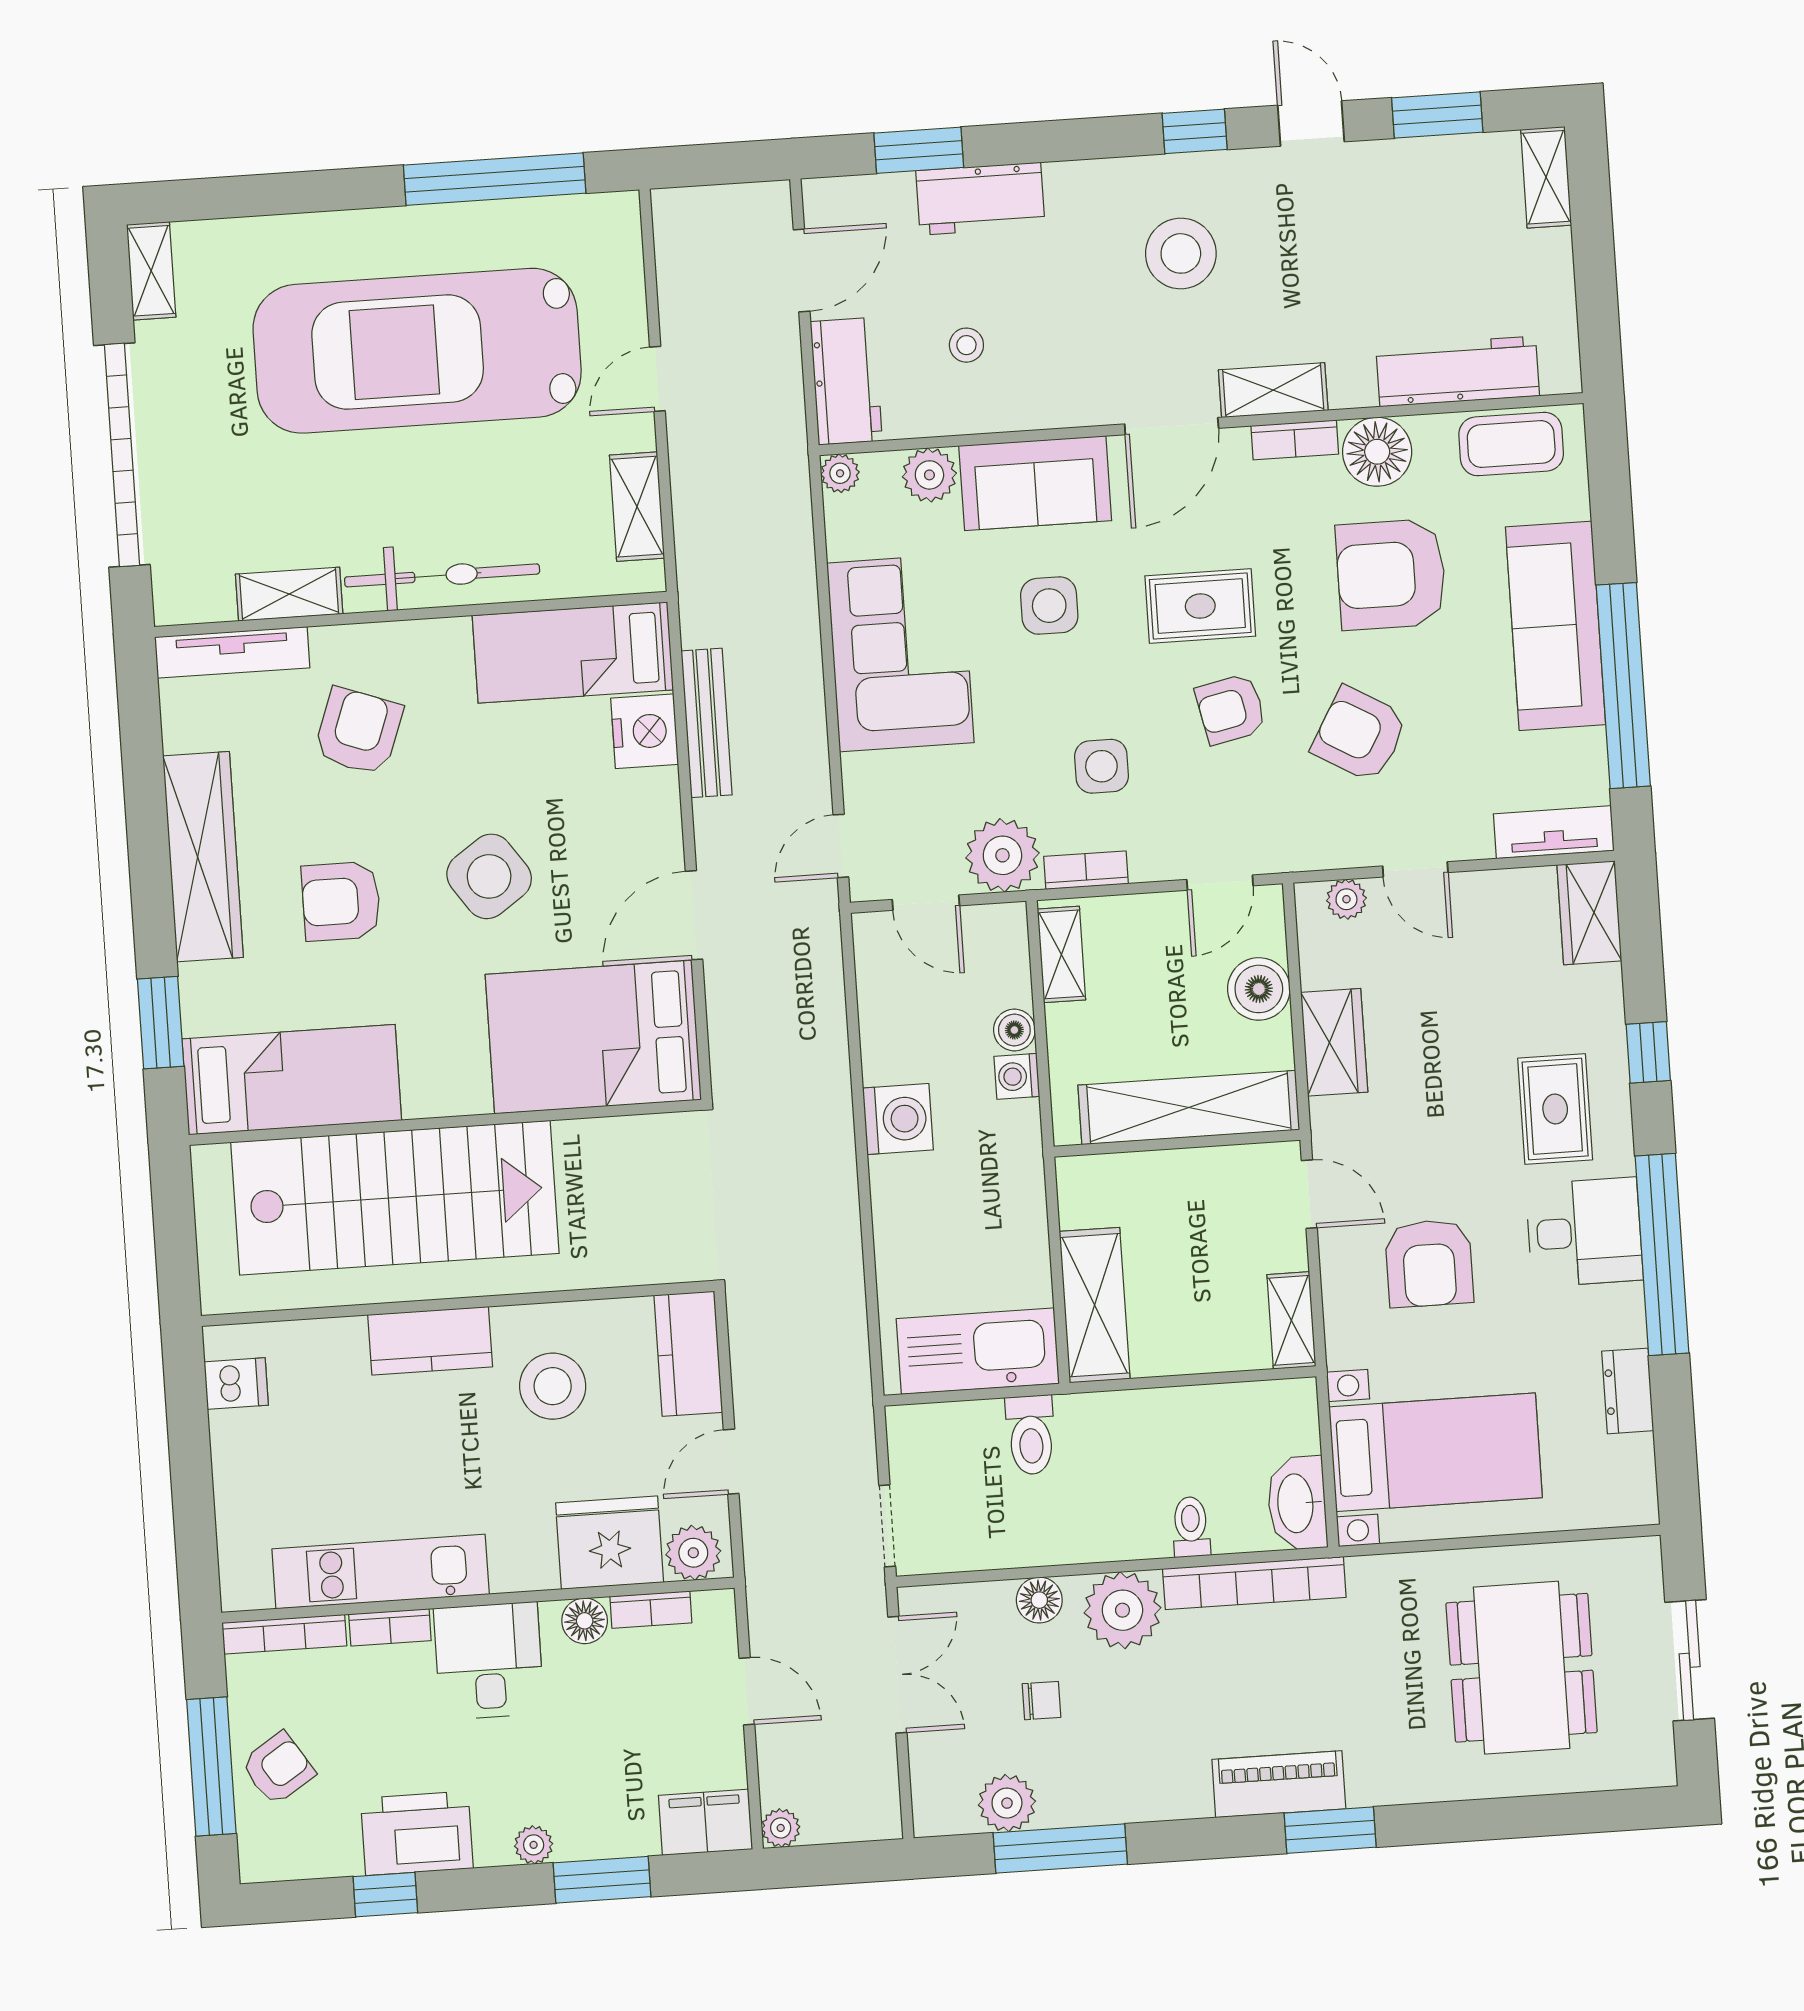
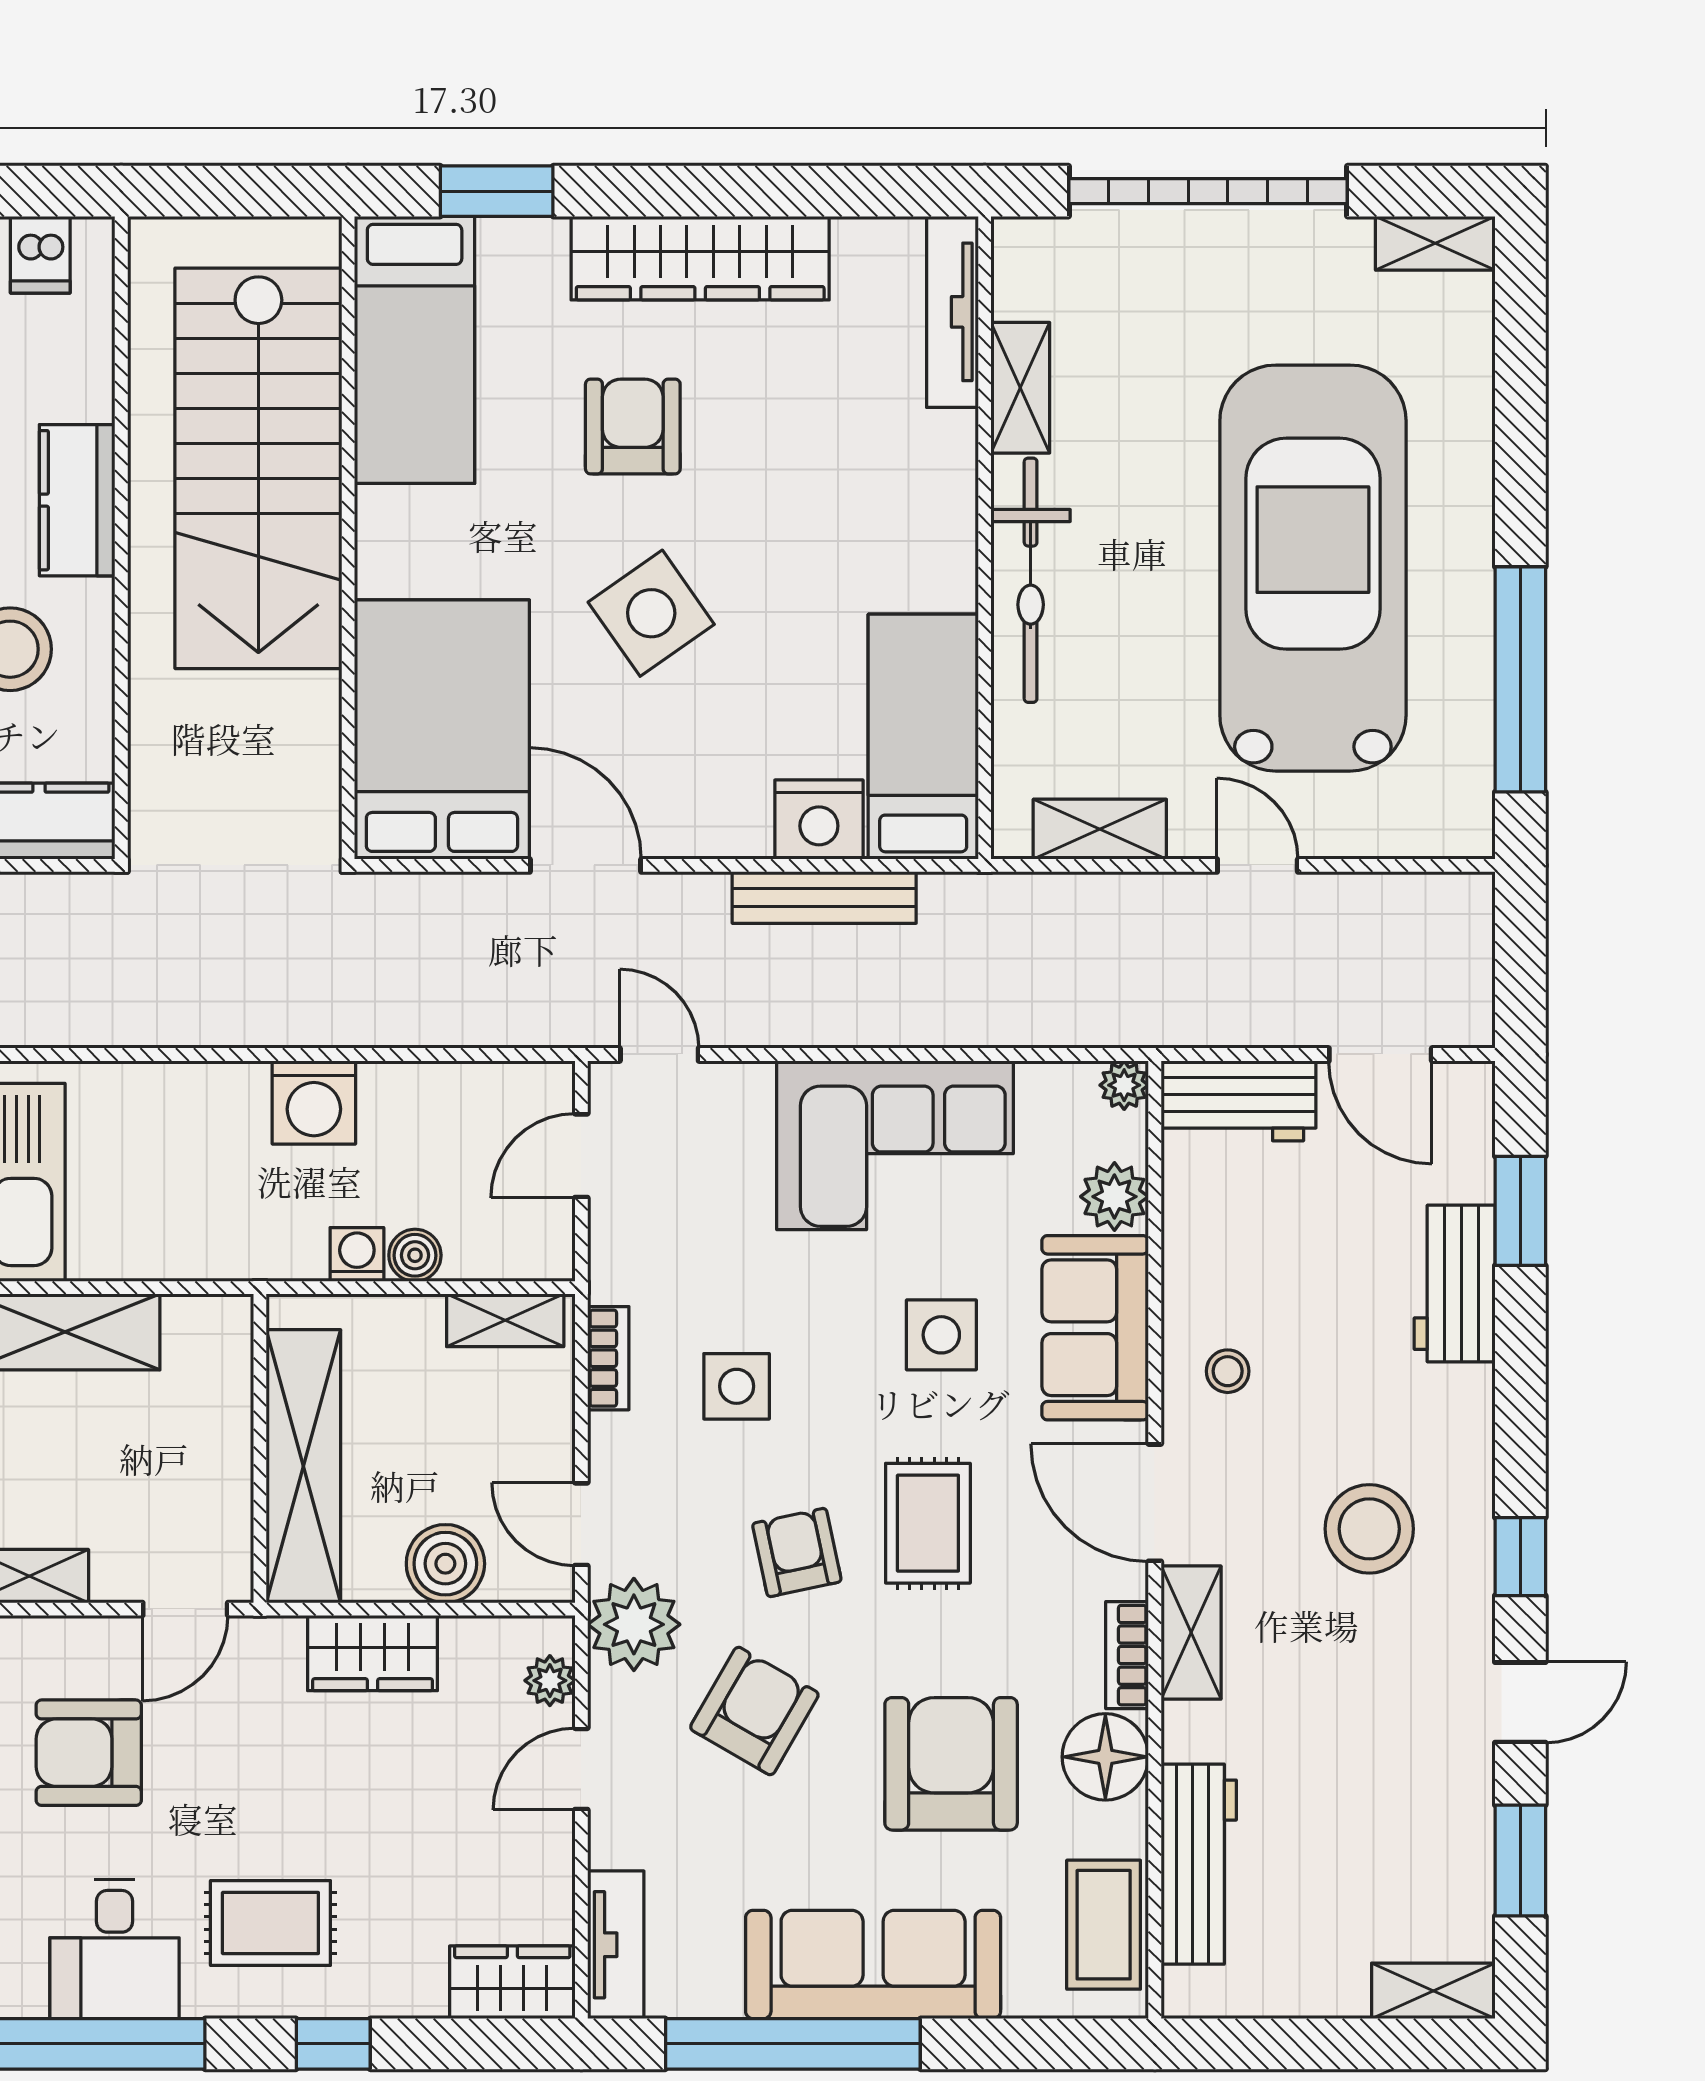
stool: (966, 345) -> (1228, 1371), moved
armchair: (358, 731) -> (843, 462), removed
plant: (1002, 855) -> (634, 1624), moved

